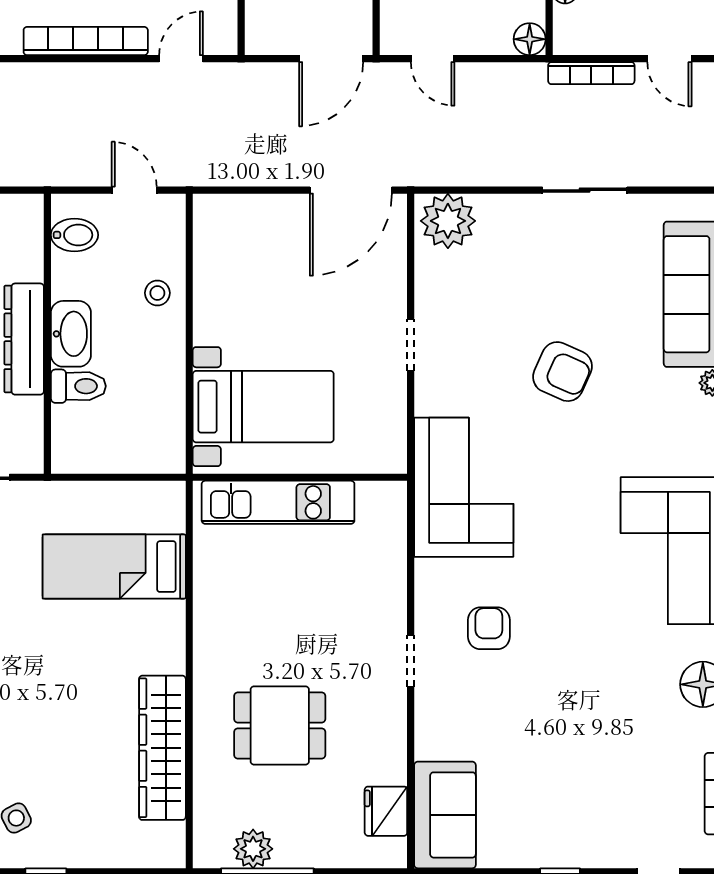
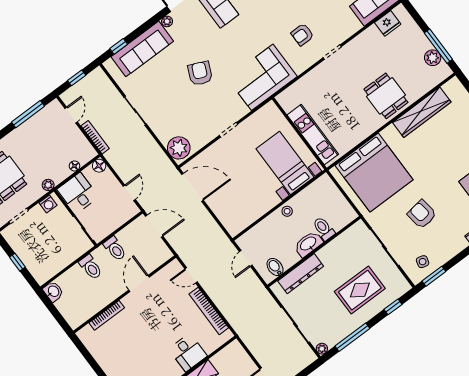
stool: (157, 293) -> (287, 211), moved
dresser: (24, 339) -> (301, 274), moved
bed: (114, 567) -> (374, 173), width x2.04
dining table: (280, 725) -> (386, 96), moved

